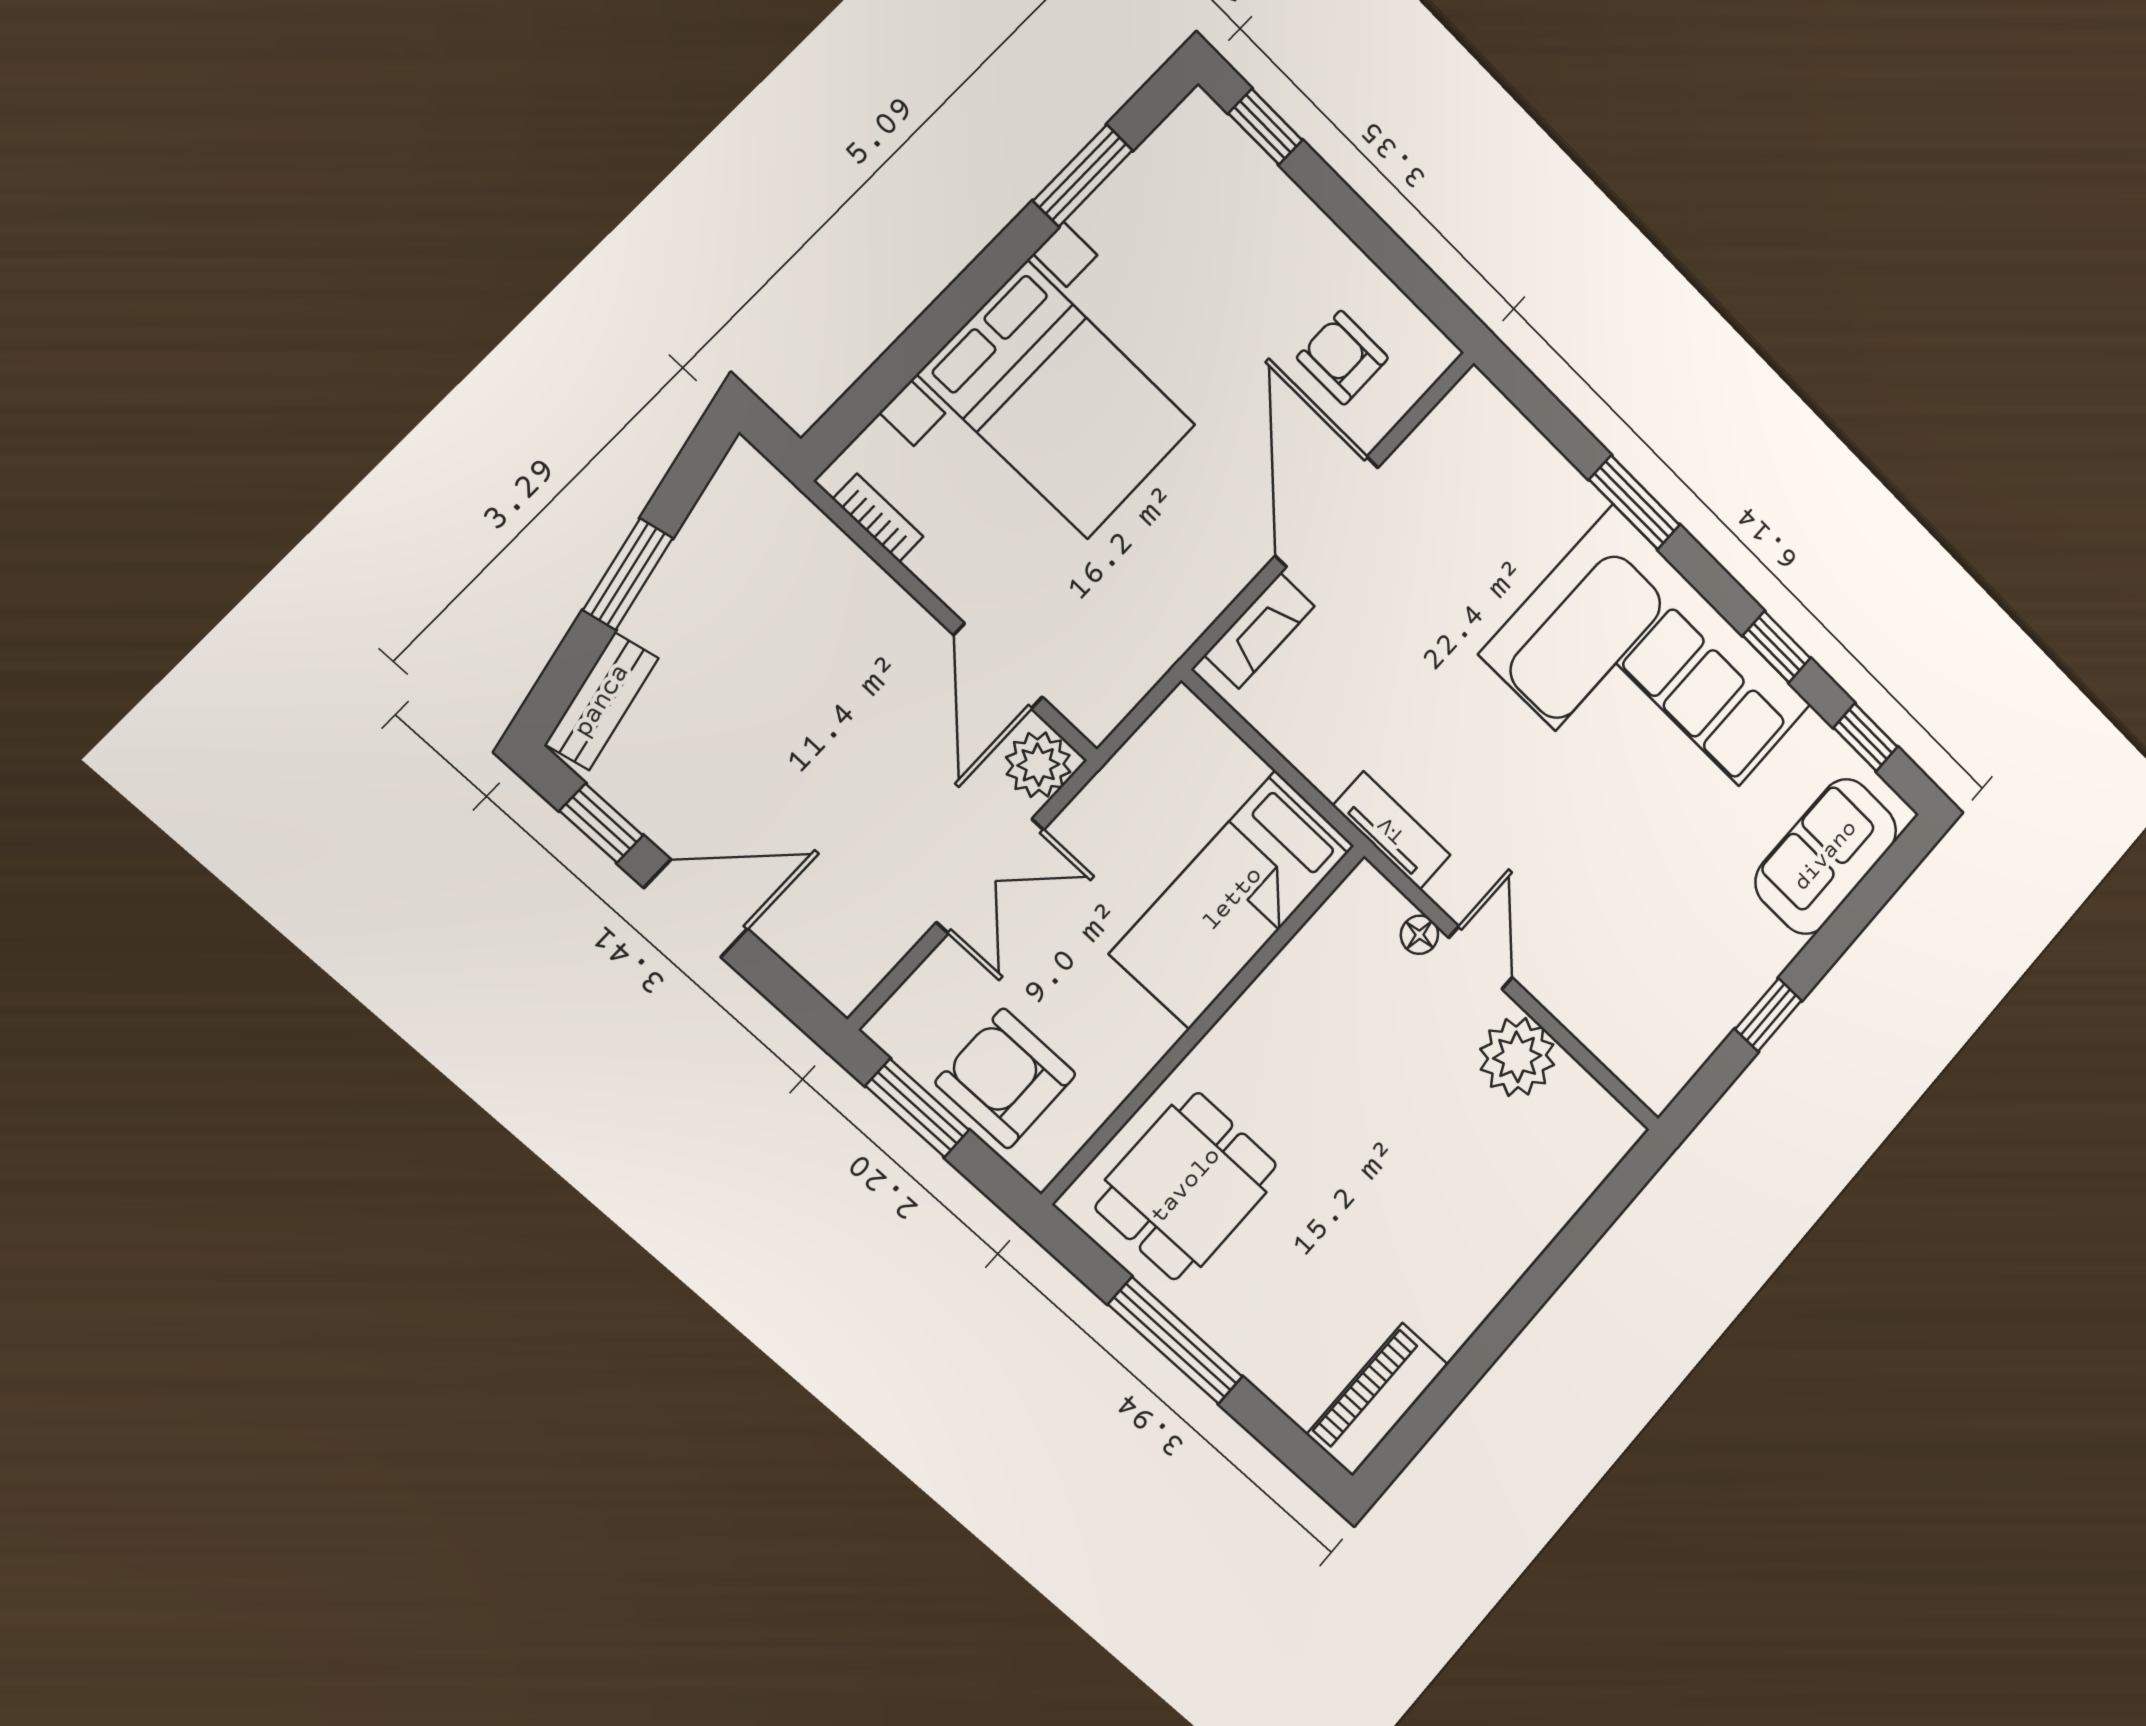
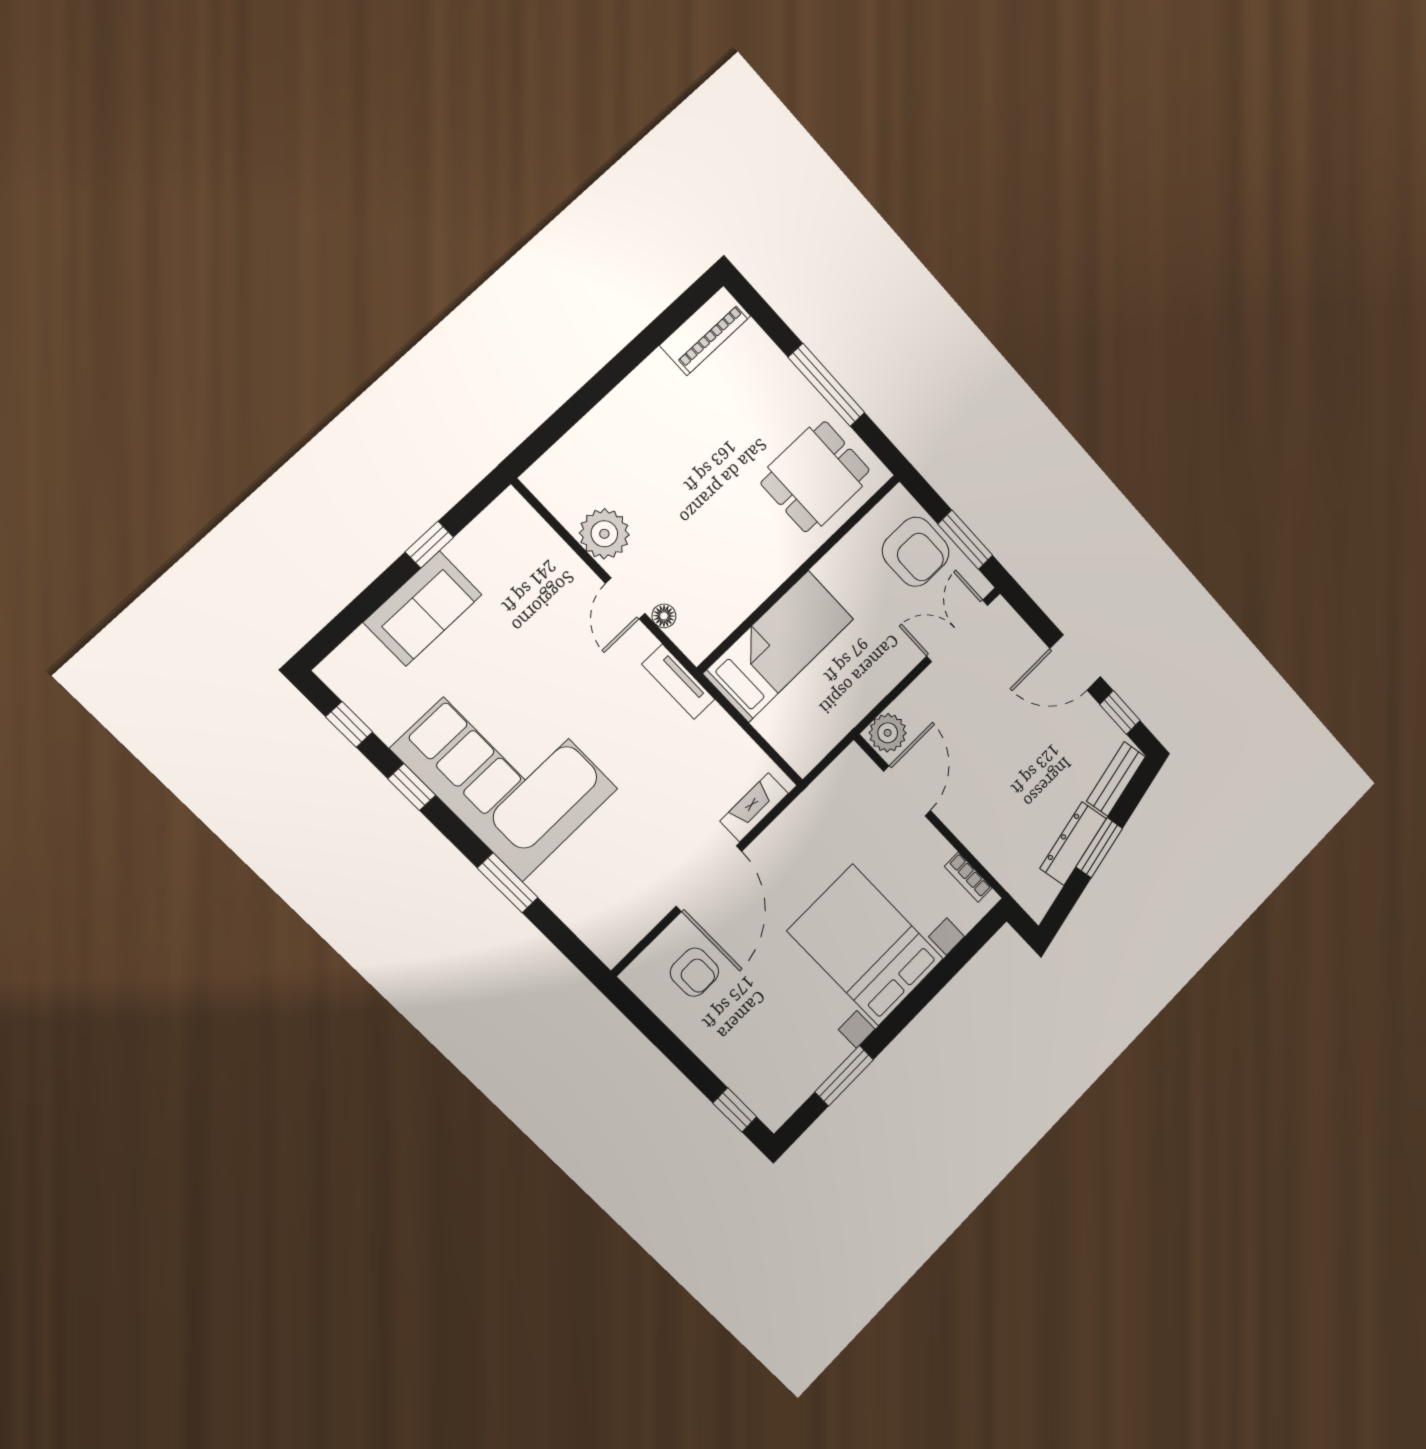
dresser: (681, 581) -> (1073, 844), added
sofa: (1826, 856) -> (423, 608), moved
double door: (990, 876) -> (957, 631), moved

